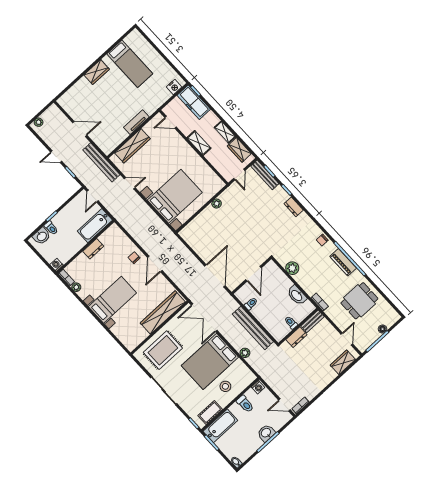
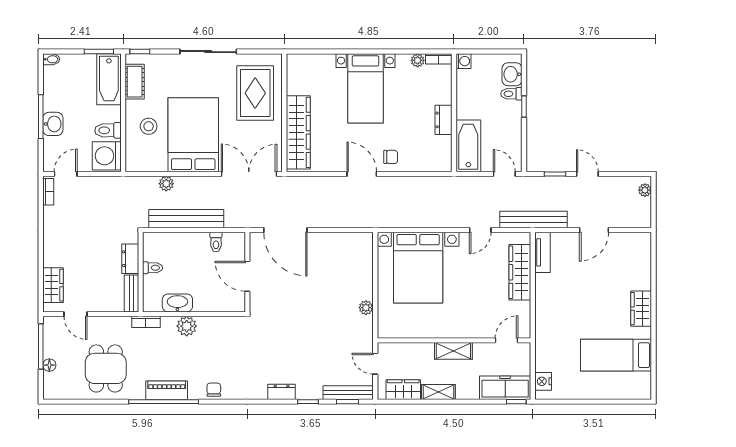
tv unit: (136, 122) -> (543, 252), moved
door: (56, 157) -> (587, 174), hinge flipped
plant: (292, 268) -> (187, 326), moved
washing machine: (258, 387) -> (107, 156), width x1.89, depth x1.89

